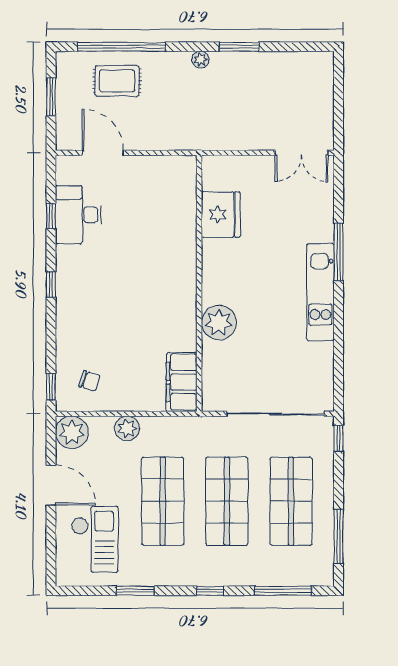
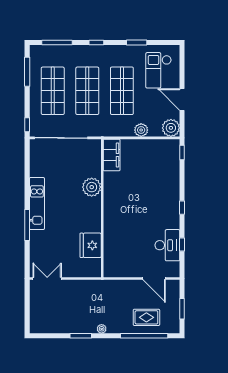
chair: (89, 381) -> (161, 156), removed

